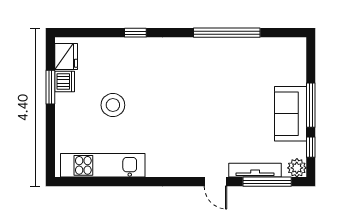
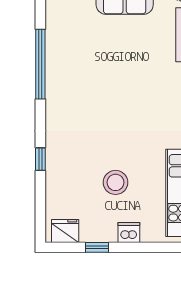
dishwasher: (65, 81) -> (129, 233), moved
window: (50, 87) -> (97, 247), width x0.67

